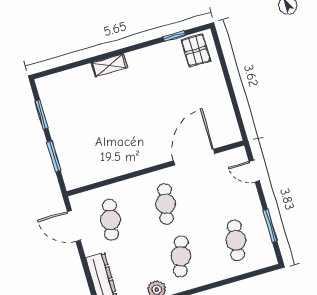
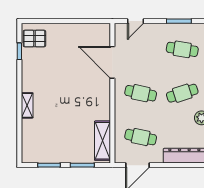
shelving: (92, 173) -> (103, 141), added
cafe table: (181, 256) -> (182, 93), turned -36

